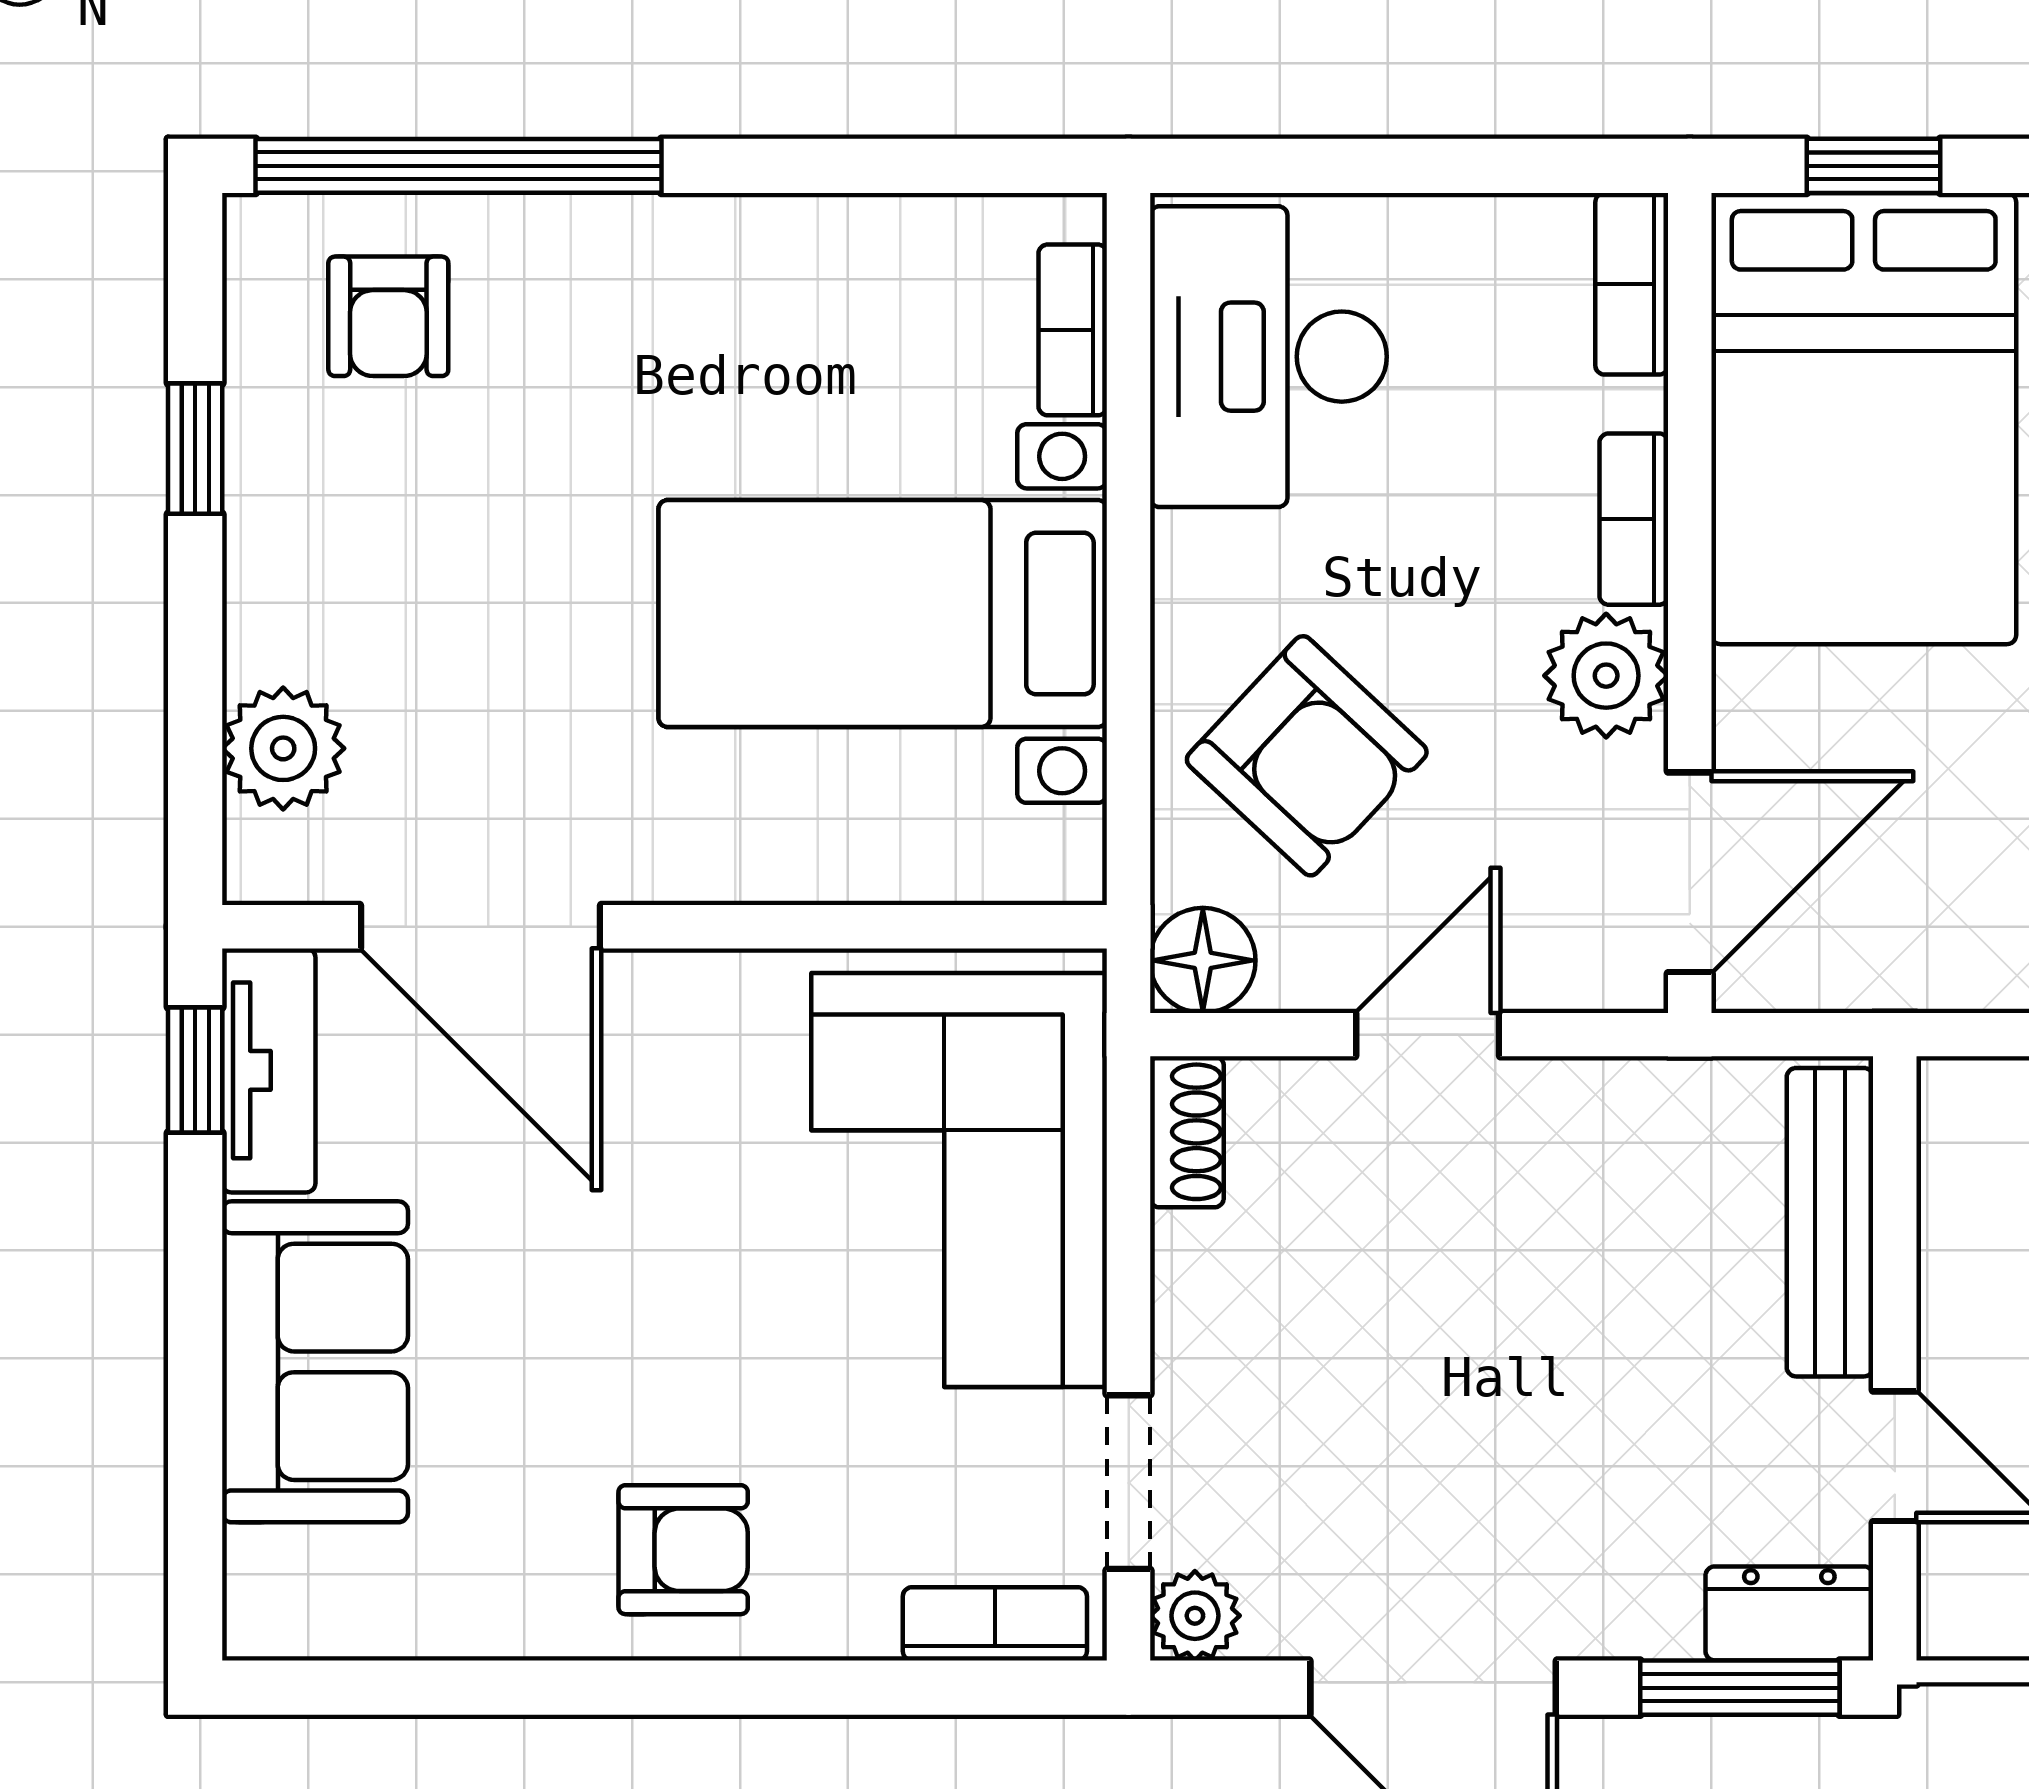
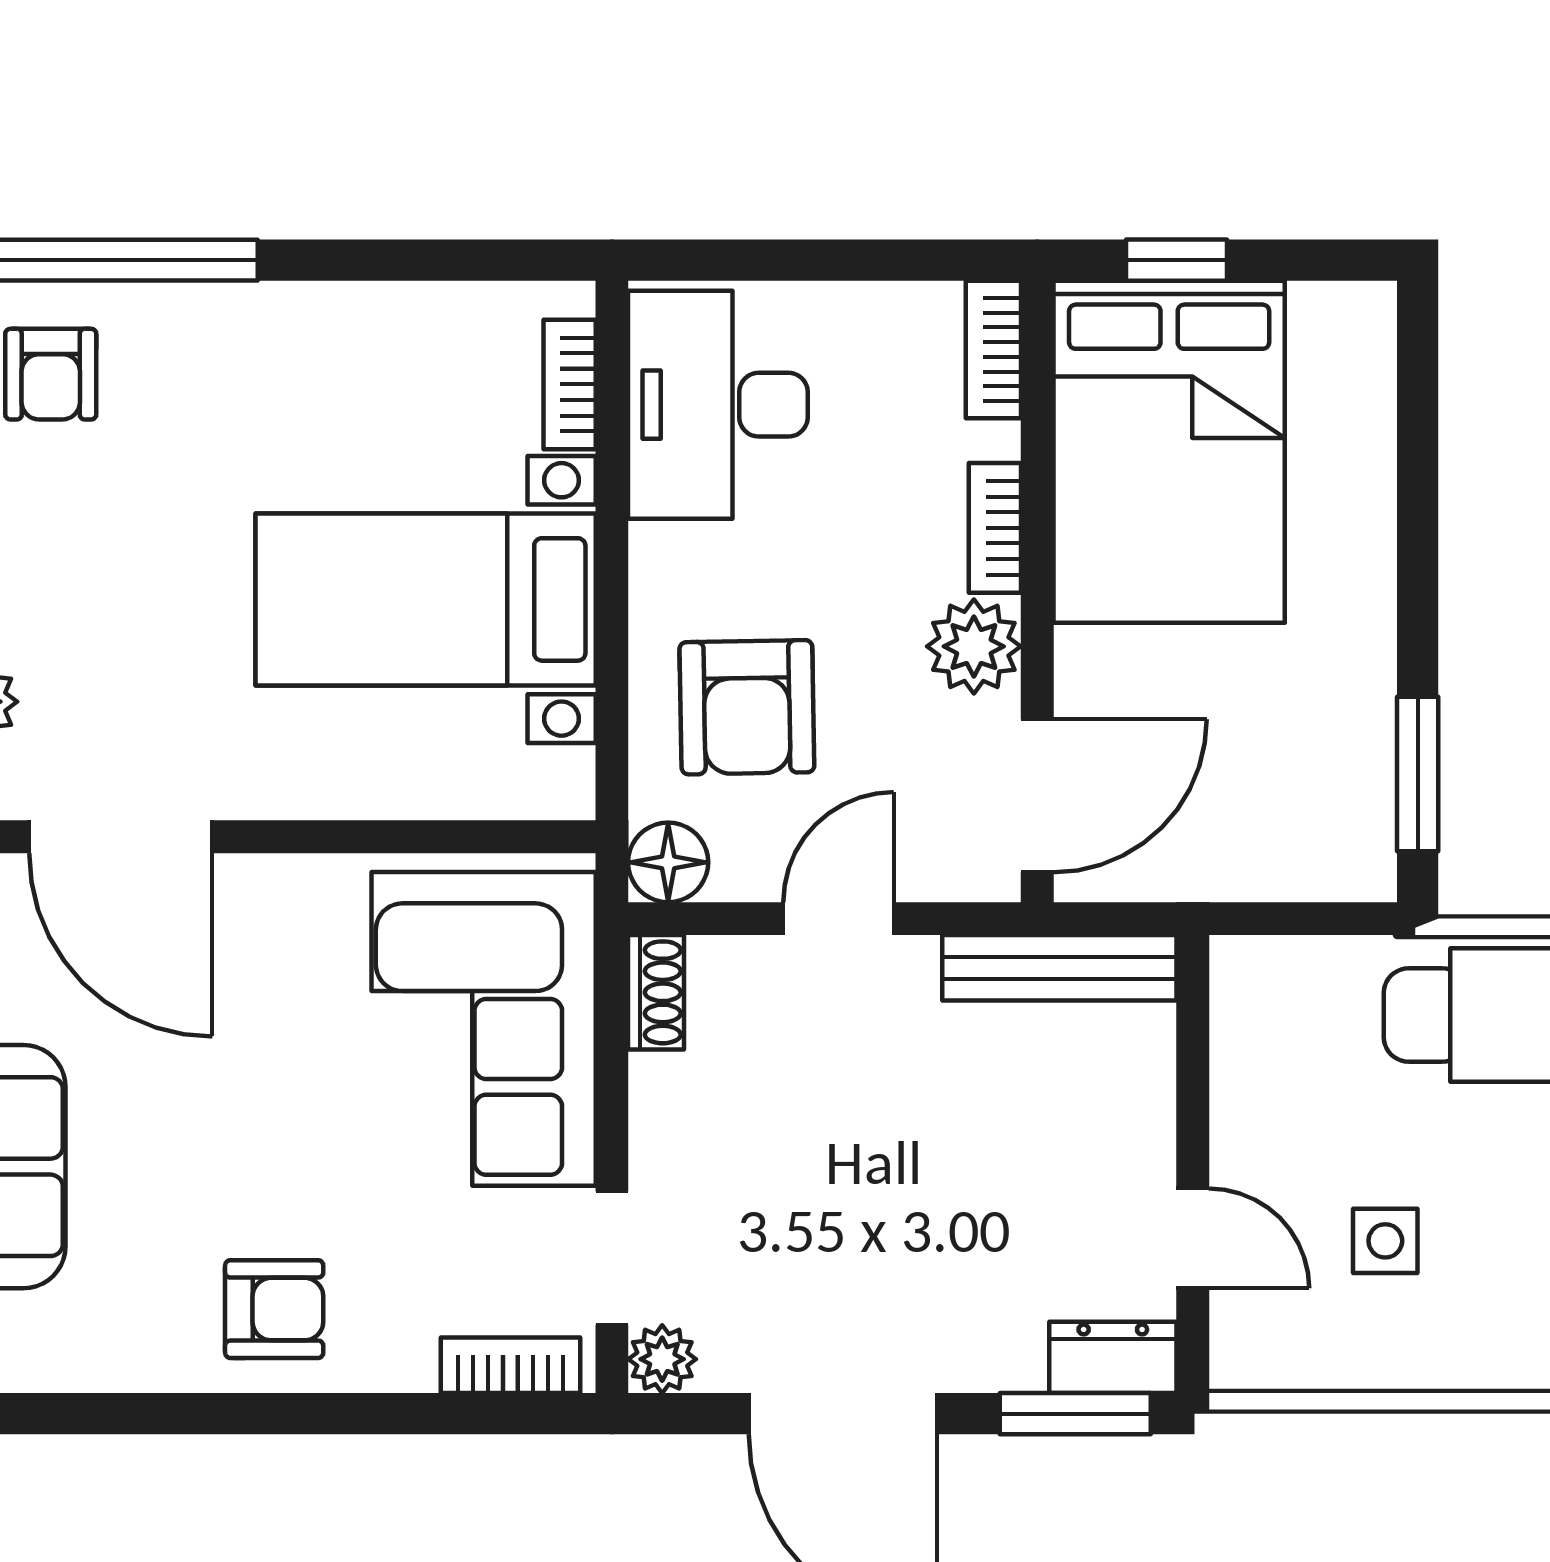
armchair: (1307, 756) -> (747, 707), turned 46
bench: (1830, 1222) -> (1059, 968), moved, turned 90

